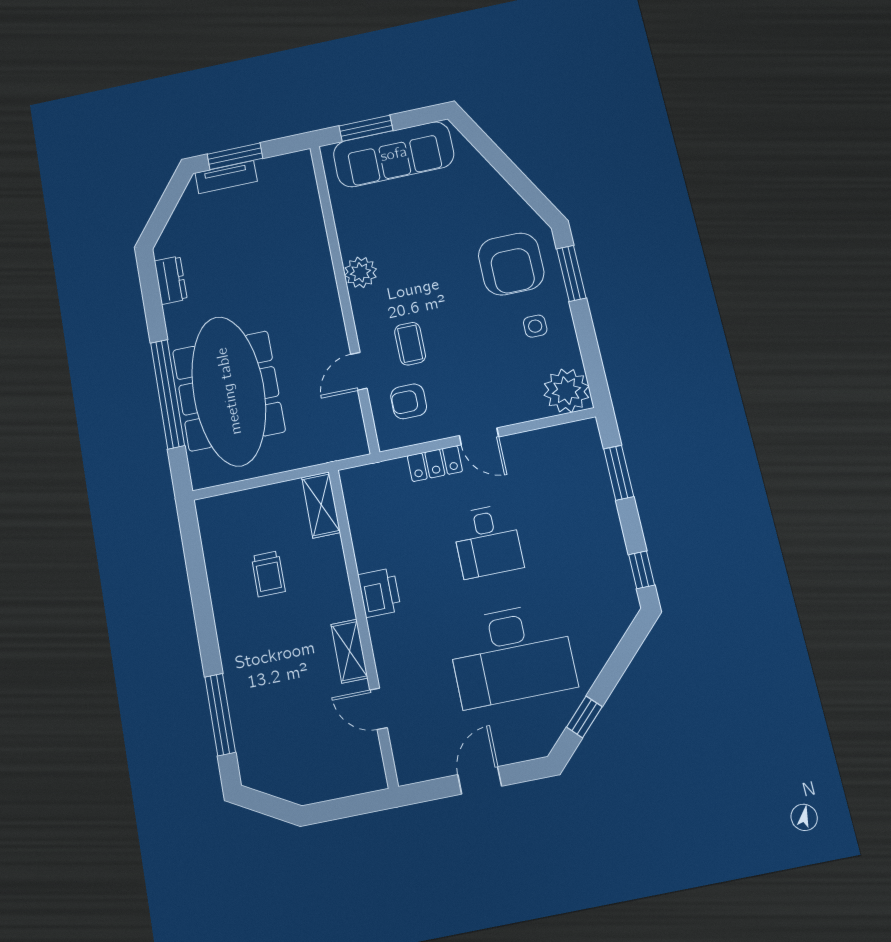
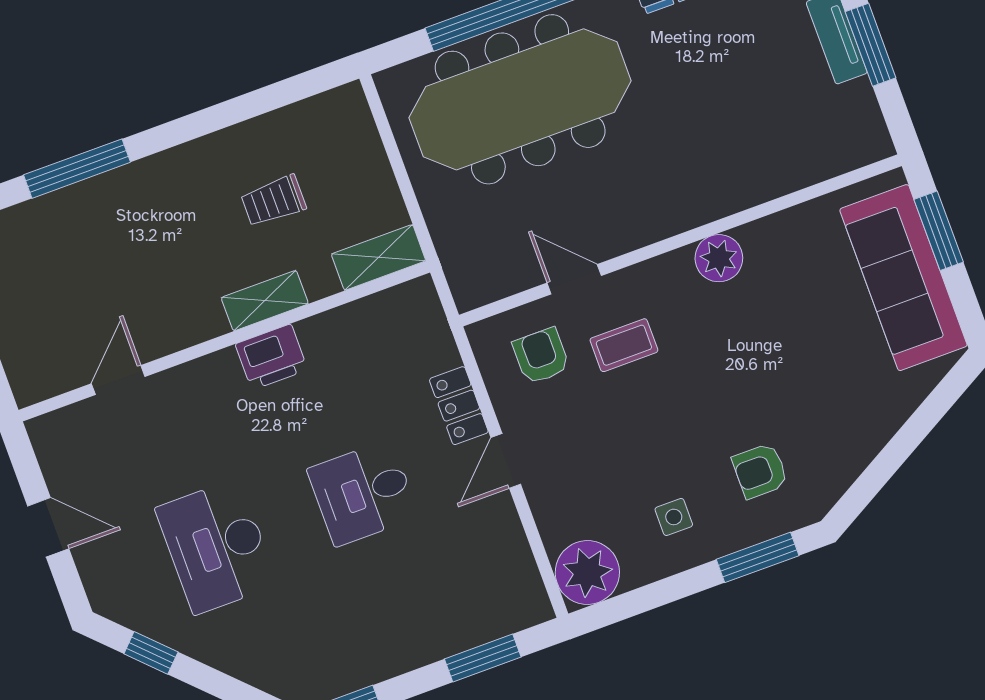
armchair: (511, 264) -> (760, 471), width x0.53, depth x0.53
shelving: (349, 651) -> (265, 301), moved
desk: (512, 655) -> (216, 547), width x0.73, depth x0.77

